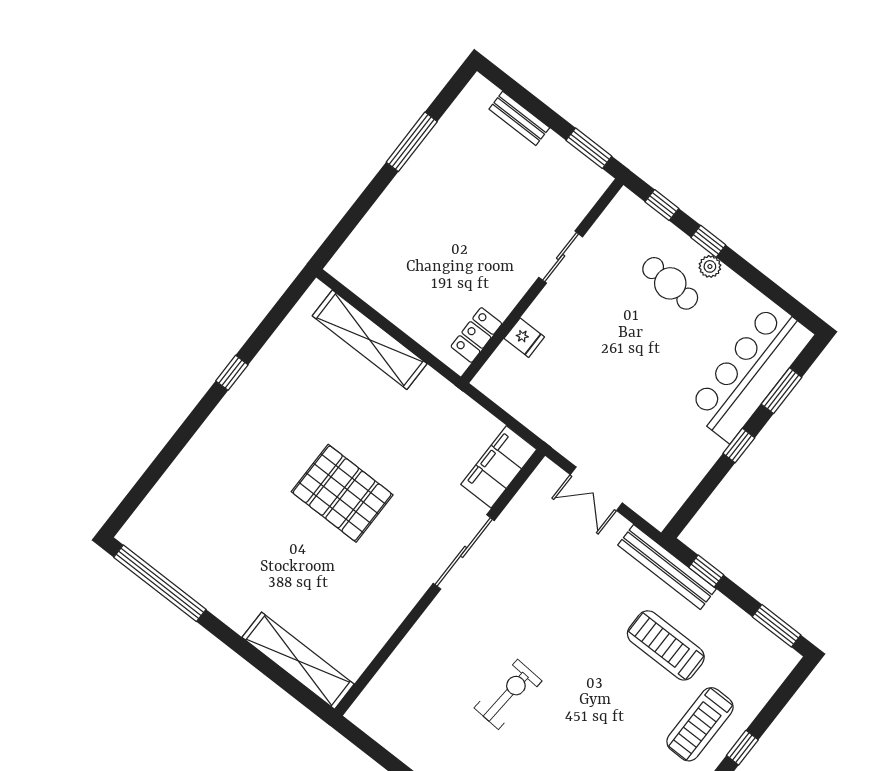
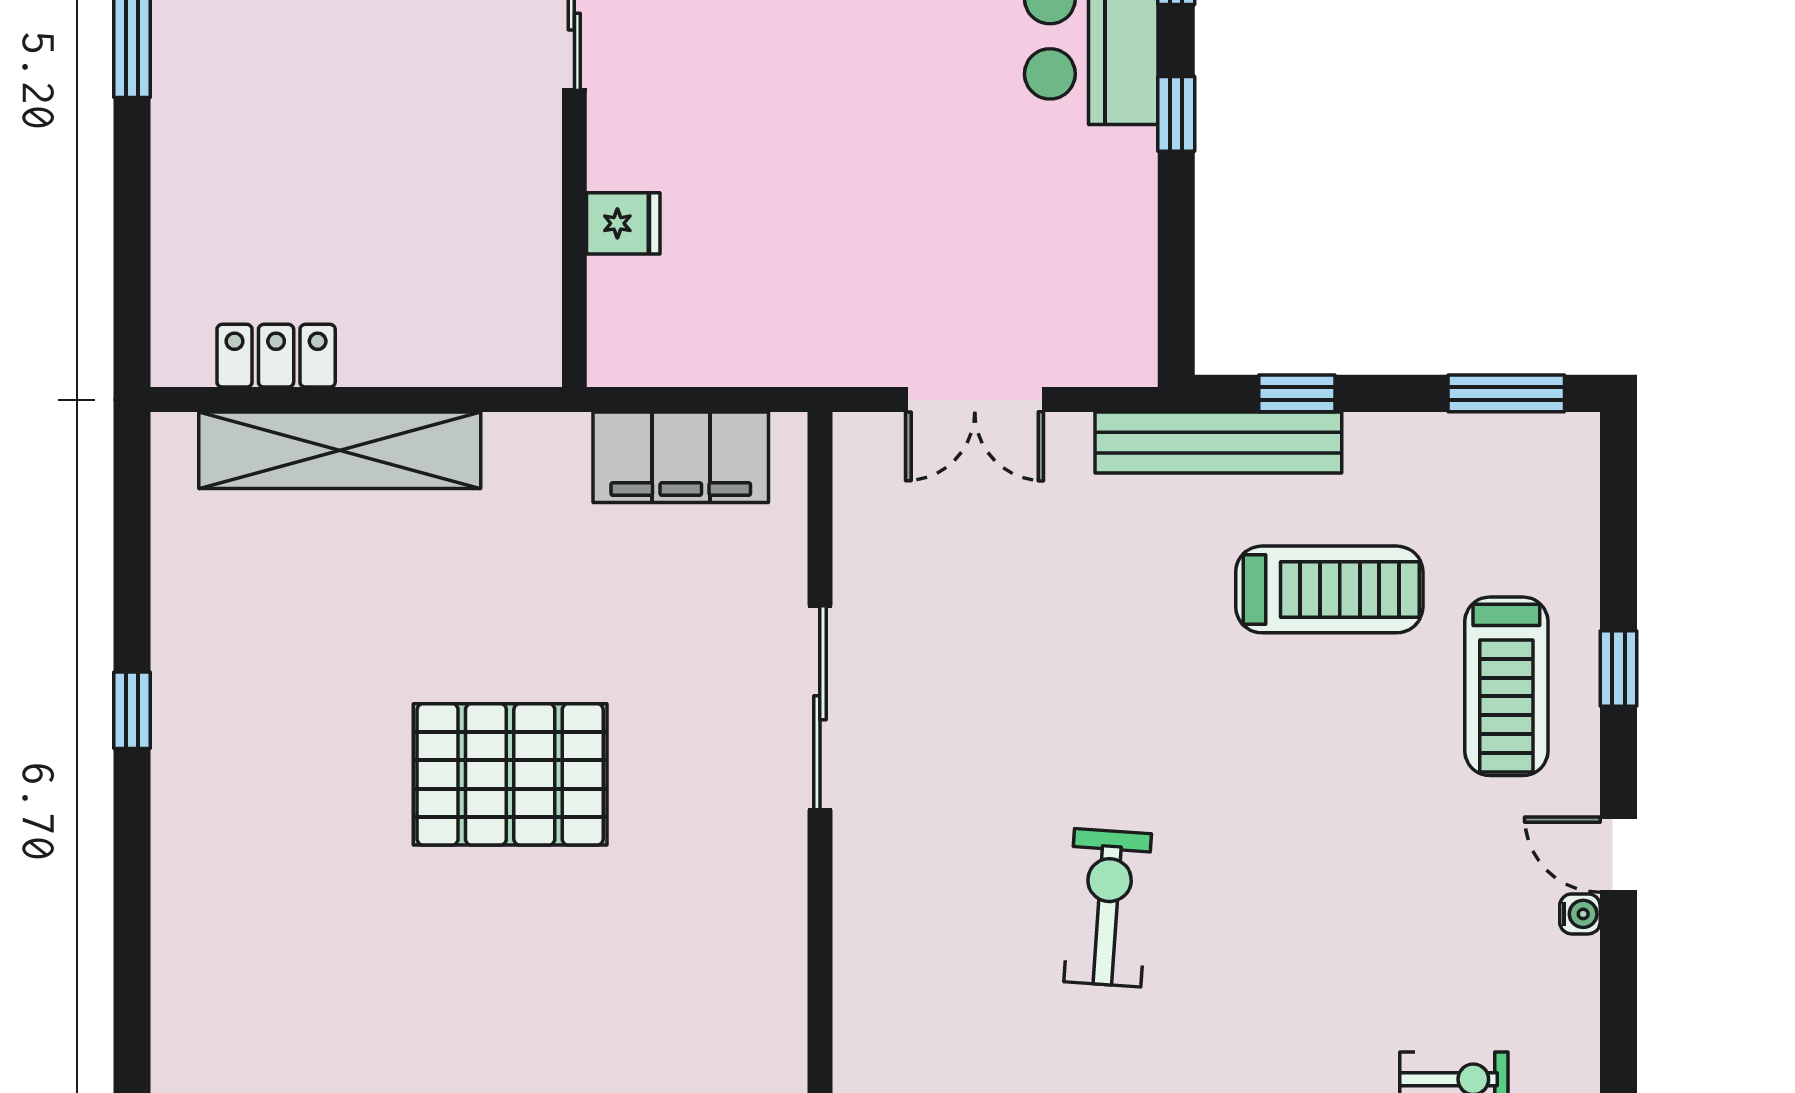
locker: (476, 335) -> (276, 356), moved, turned 90
filing cabinet: (499, 467) -> (681, 457), moved, turned -90
treadmill: (666, 645) -> (1329, 589), turned 180

